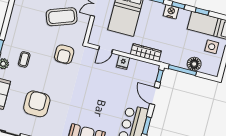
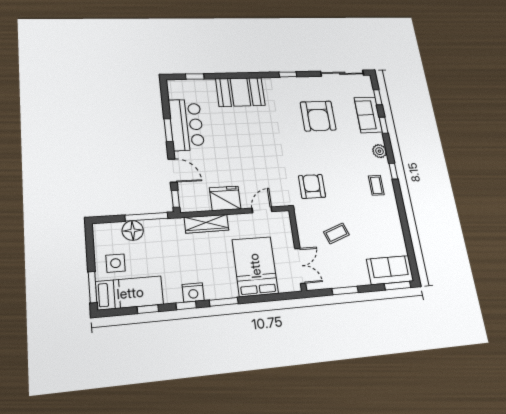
coffee table: (62, 17) -> (336, 233), width x0.54, depth x0.58
coffee table: (24, 59) -> (376, 185), moved
fridge: (123, 62) -> (225, 198), width x1.88, depth x1.34

